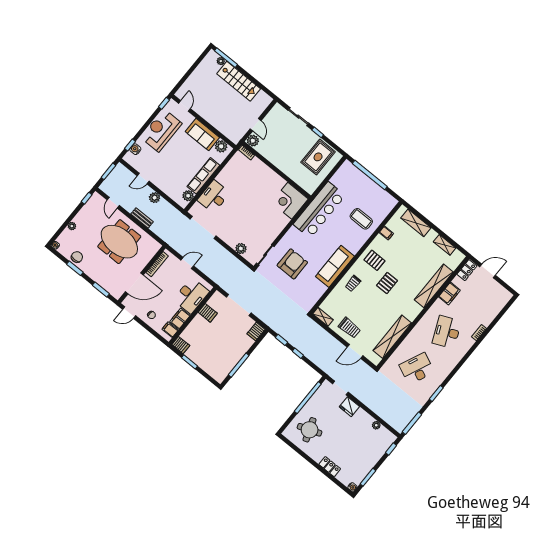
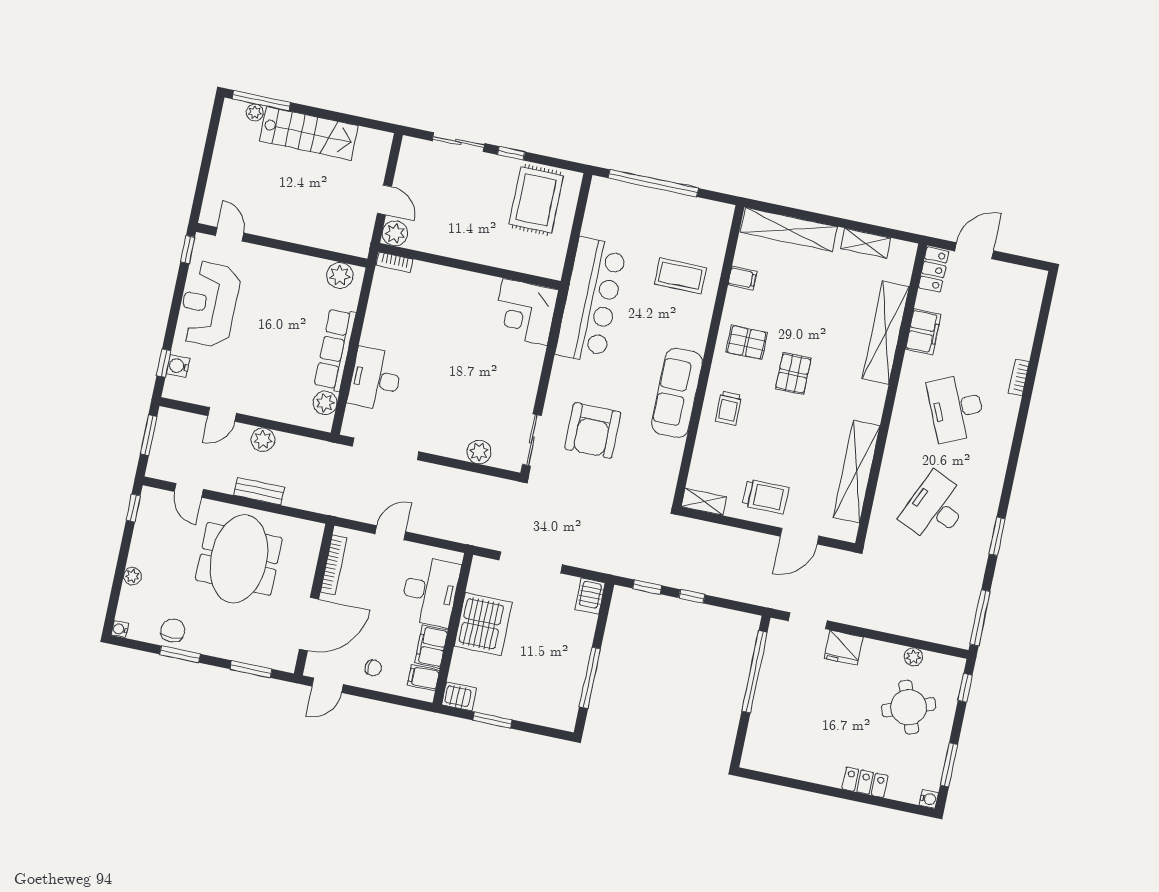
sofa: (202, 134) -> (292, 271), removed
shelving: (416, 223) -> (789, 229), width x1.47
meeting table: (119, 242) -> (239, 559), turned 90
armchair: (292, 264) -> (593, 430), turned 180
server rack: (208, 313) -> (483, 624), width x2.18, depth x1.44
round table: (310, 430) -> (909, 707), moved

